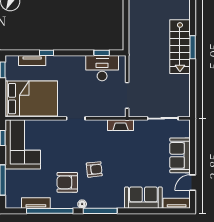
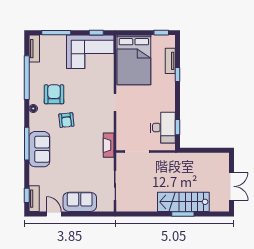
sofa: (143, 198) -> (39, 149), moved
tv unit: (36, 203) -> (34, 49), moved
window: (100, 211) -> (27, 144), moved
window: (173, 211) -> (27, 195), added

